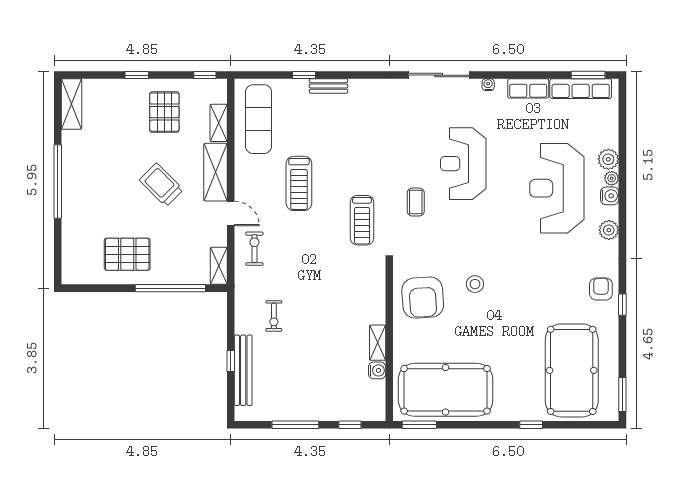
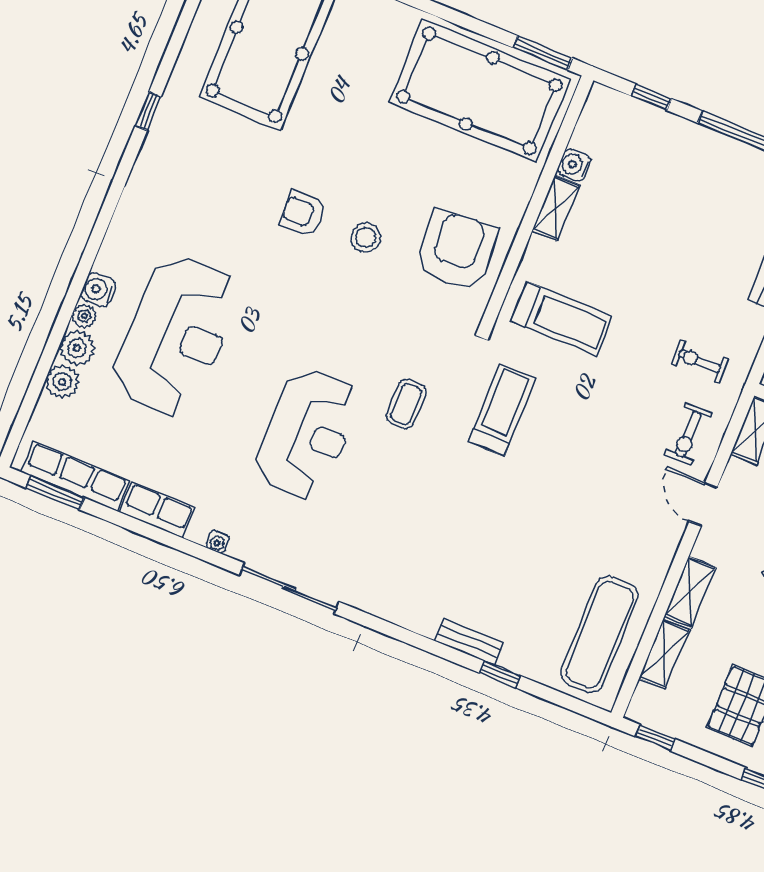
shelving: (216, 172) -> (690, 592), width x0.67, depth x0.75
treadmill: (299, 183) -> (562, 319), moved, turned 90
plant: (609, 230) -> (62, 382), moved
armchair: (601, 289) -> (303, 214), moved, turned 90
exercise bike: (274, 316) -> (700, 361), moved, turned -90

